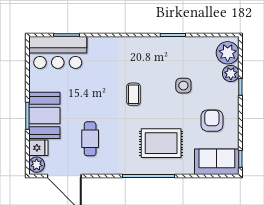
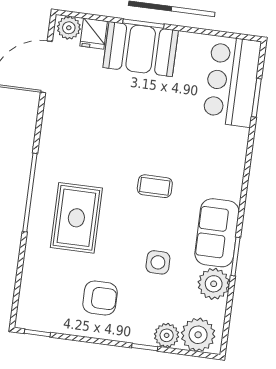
plant: (193, 47) -> (214, 284), added
cafe table: (90, 139) -> (97, 113), removed
sofa: (217, 162) -> (217, 233), moved, turned 180

